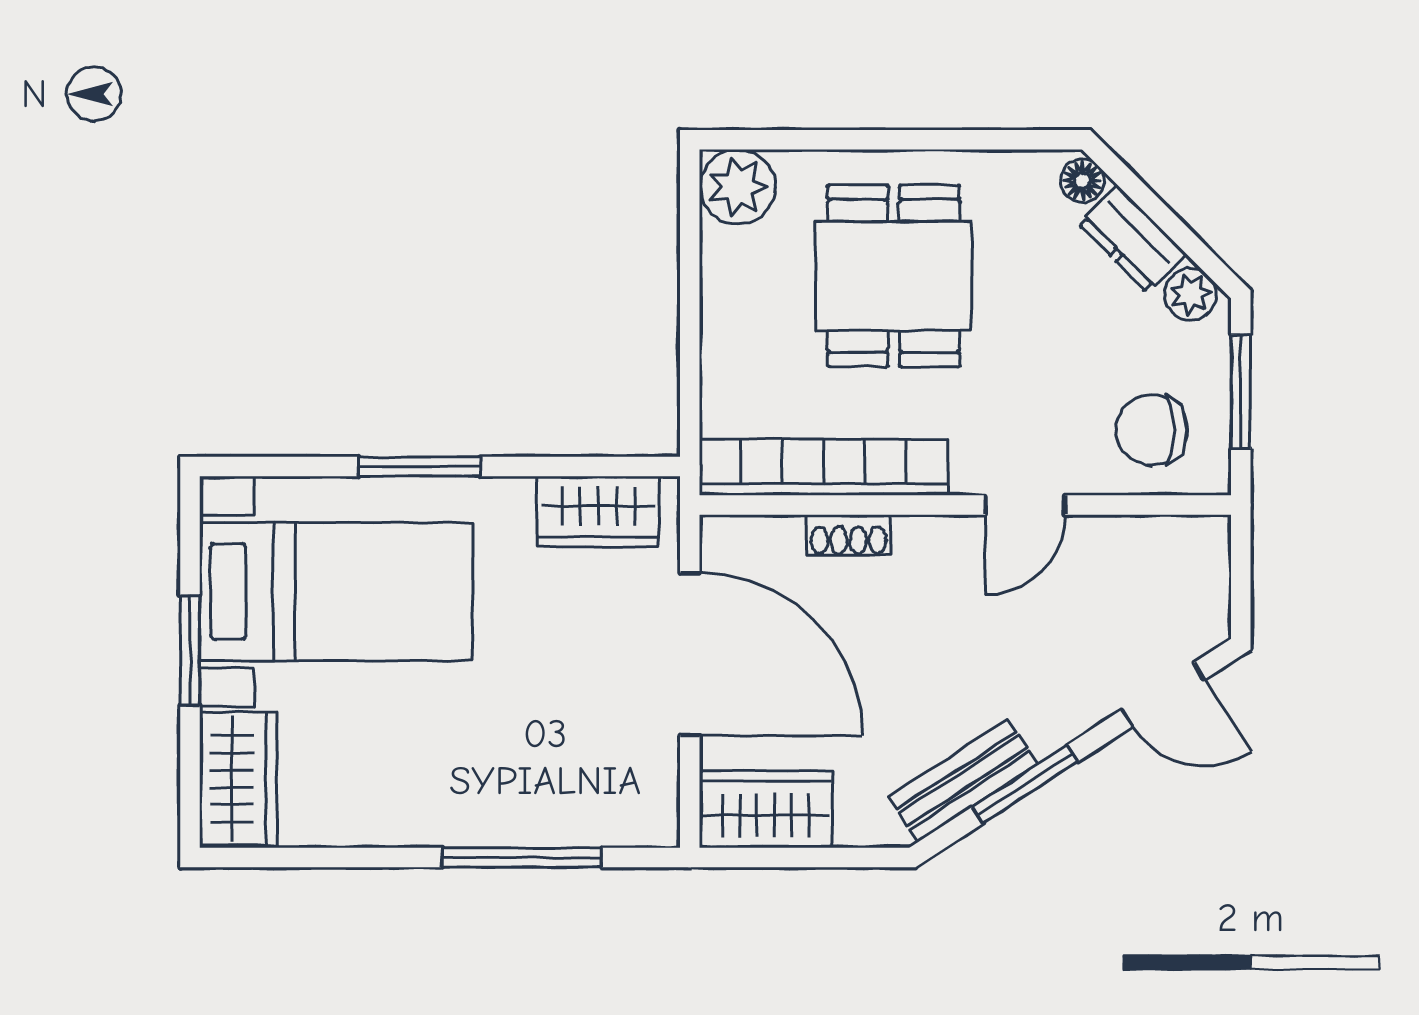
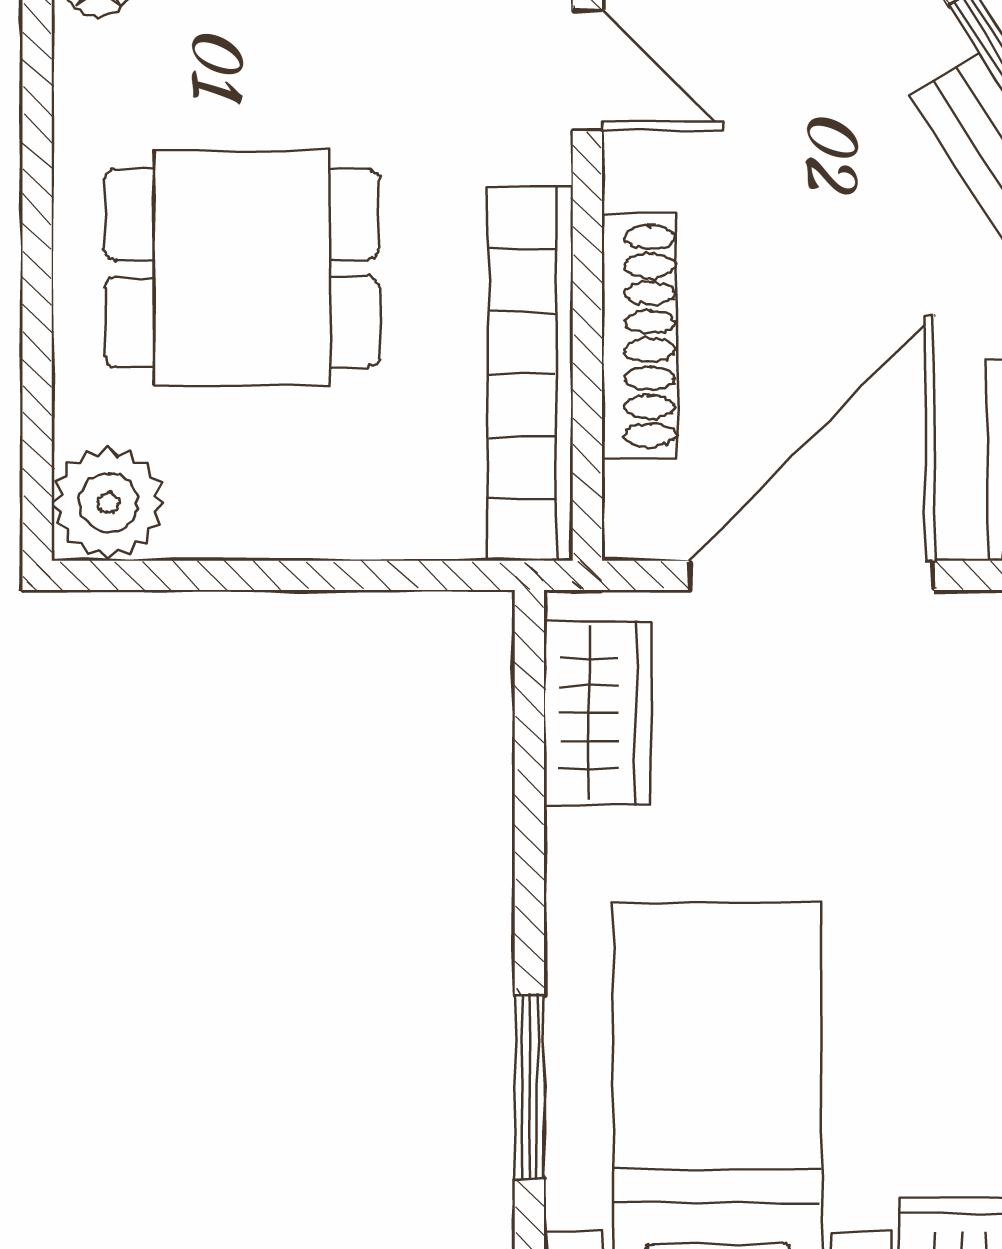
window: (420, 467) -> (529, 1086), moved
shoe rack: (849, 535) -> (640, 336), width x1.94, depth x1.24

